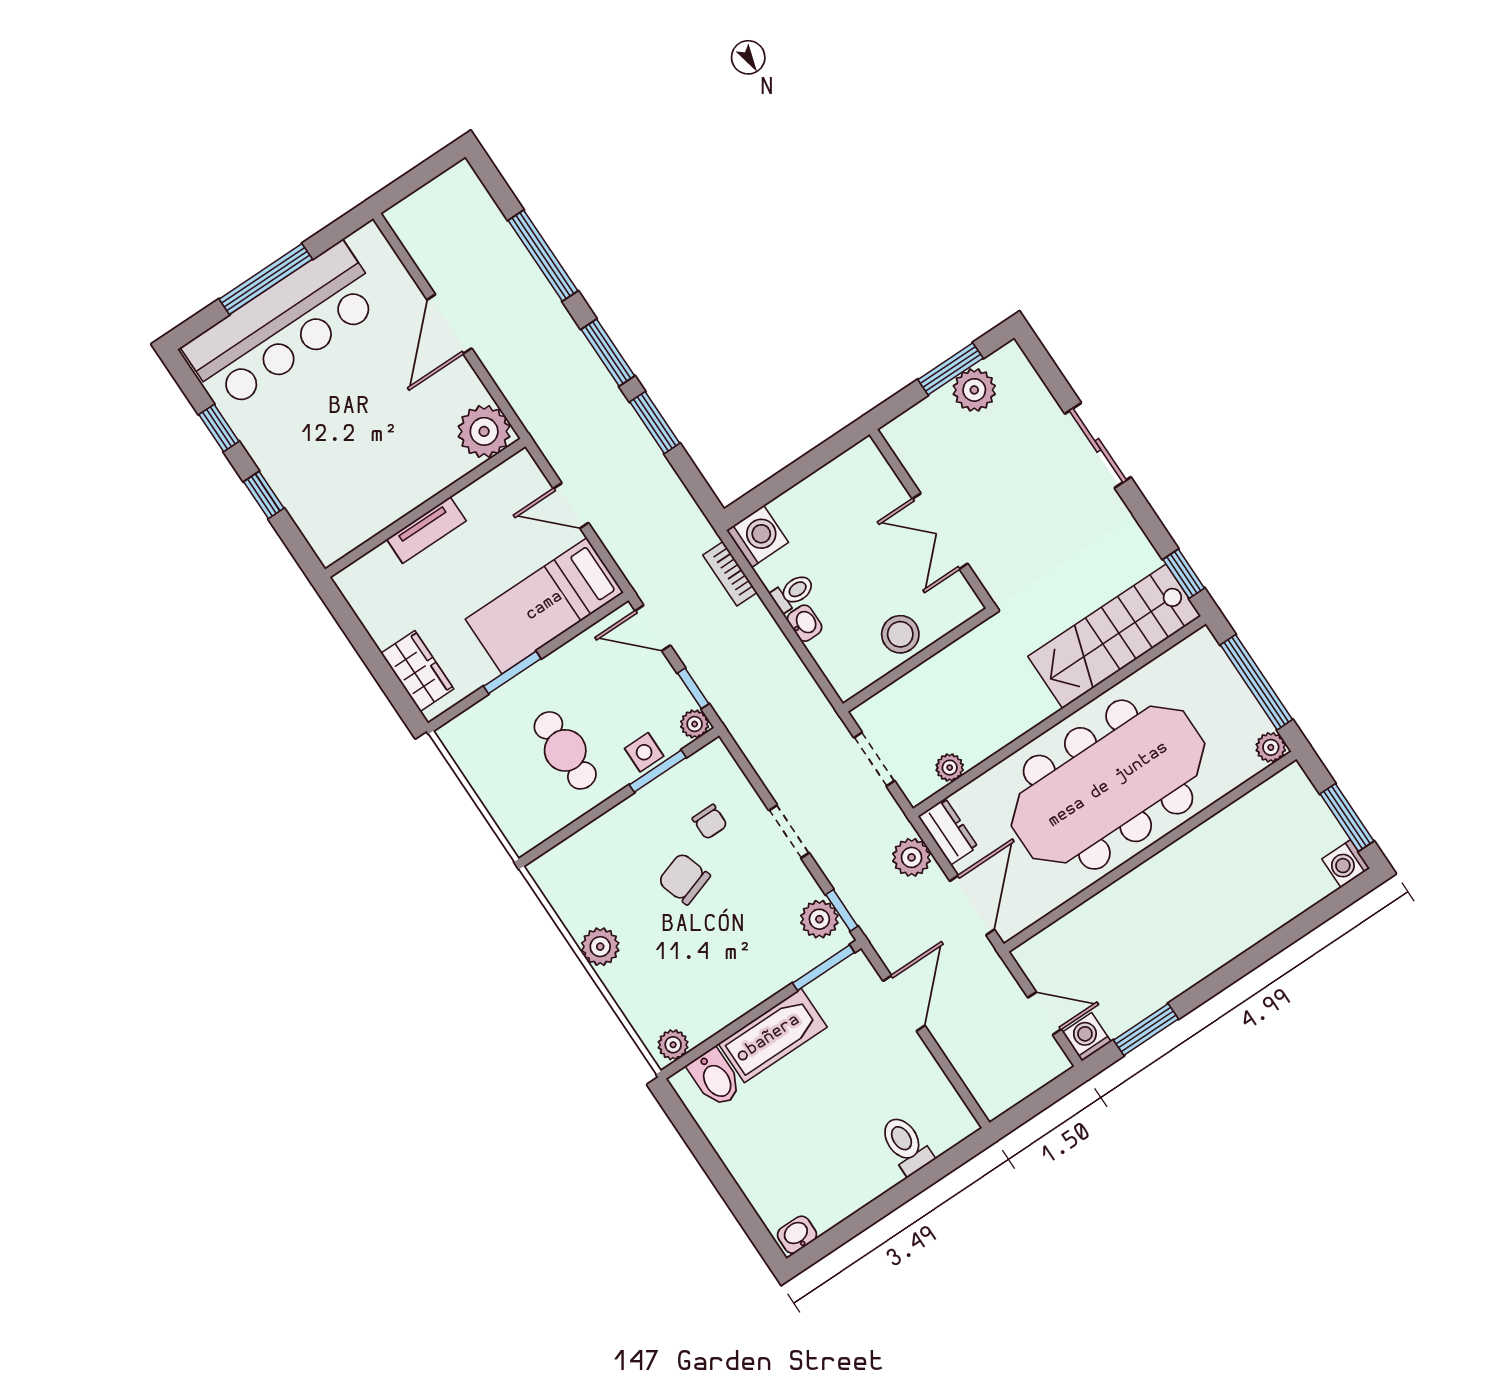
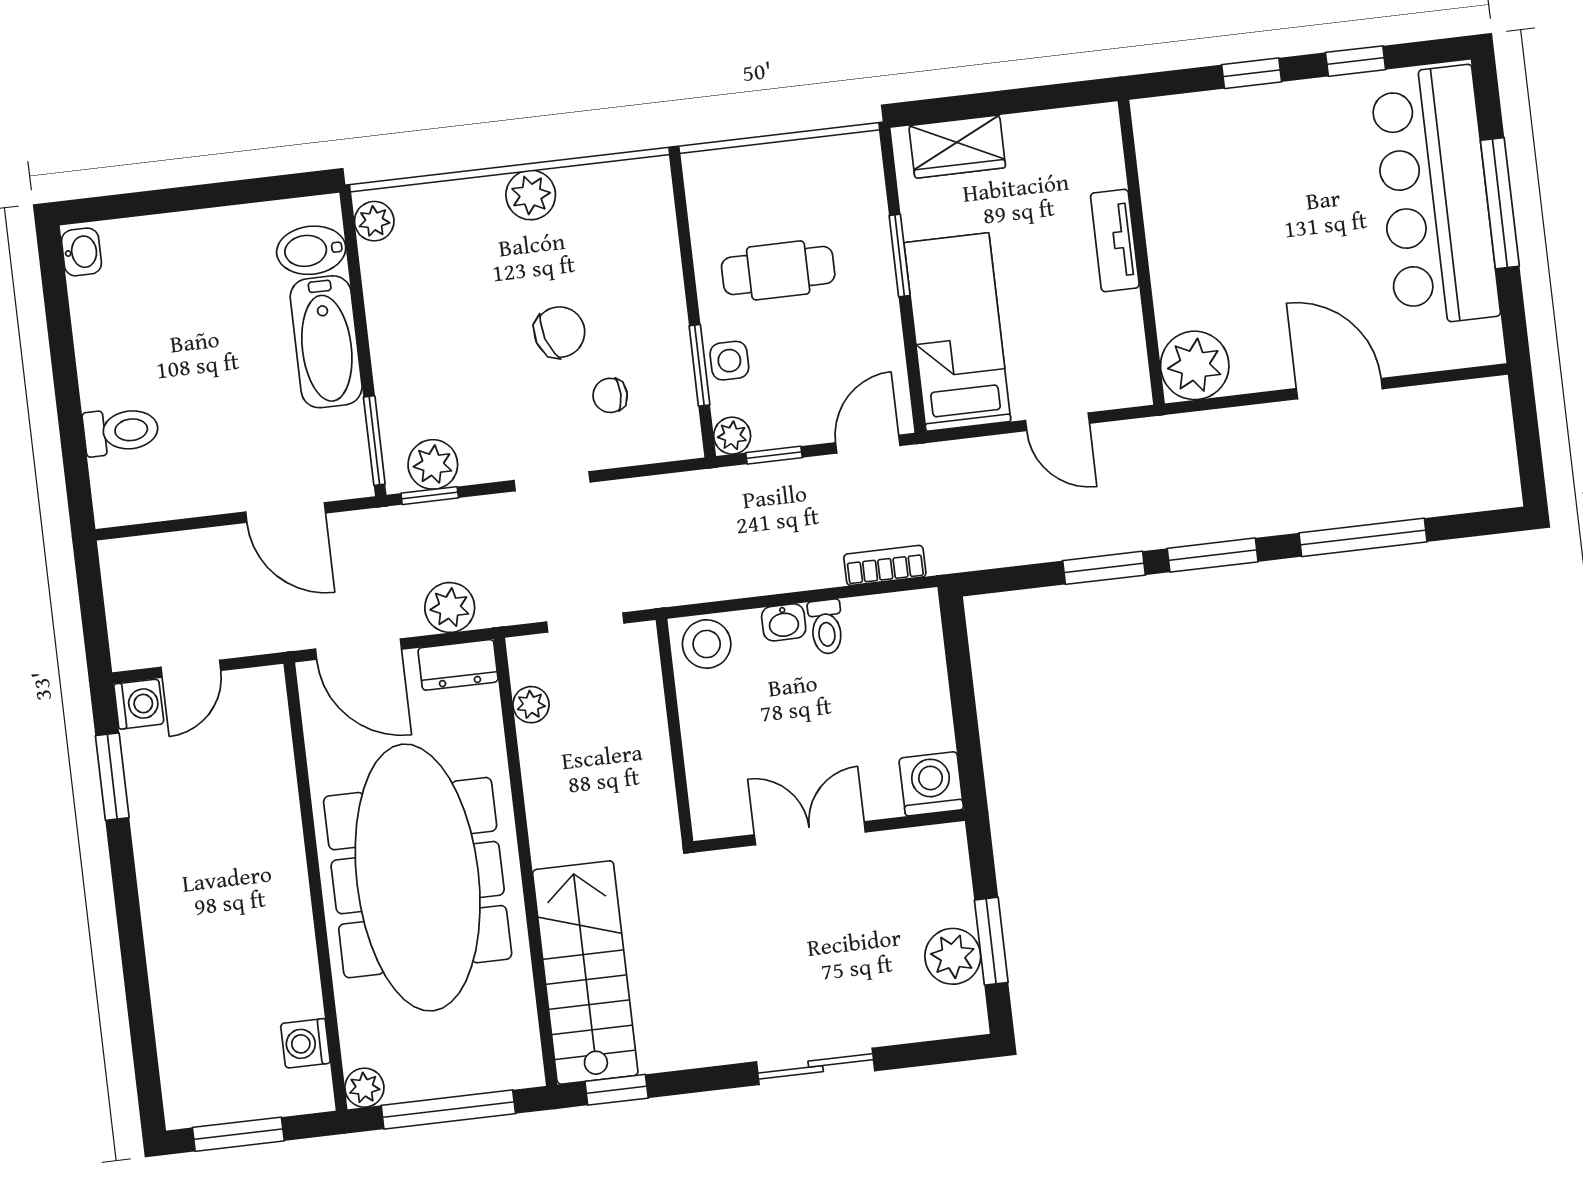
door: (571, 506) -> (1058, 422), swing flipped
washing machine: (758, 536) -> (931, 784), moved, turned 180
stool: (900, 634) -> (707, 644), moved
washing machine: (1346, 864) -> (305, 1043), moved, turned -90

